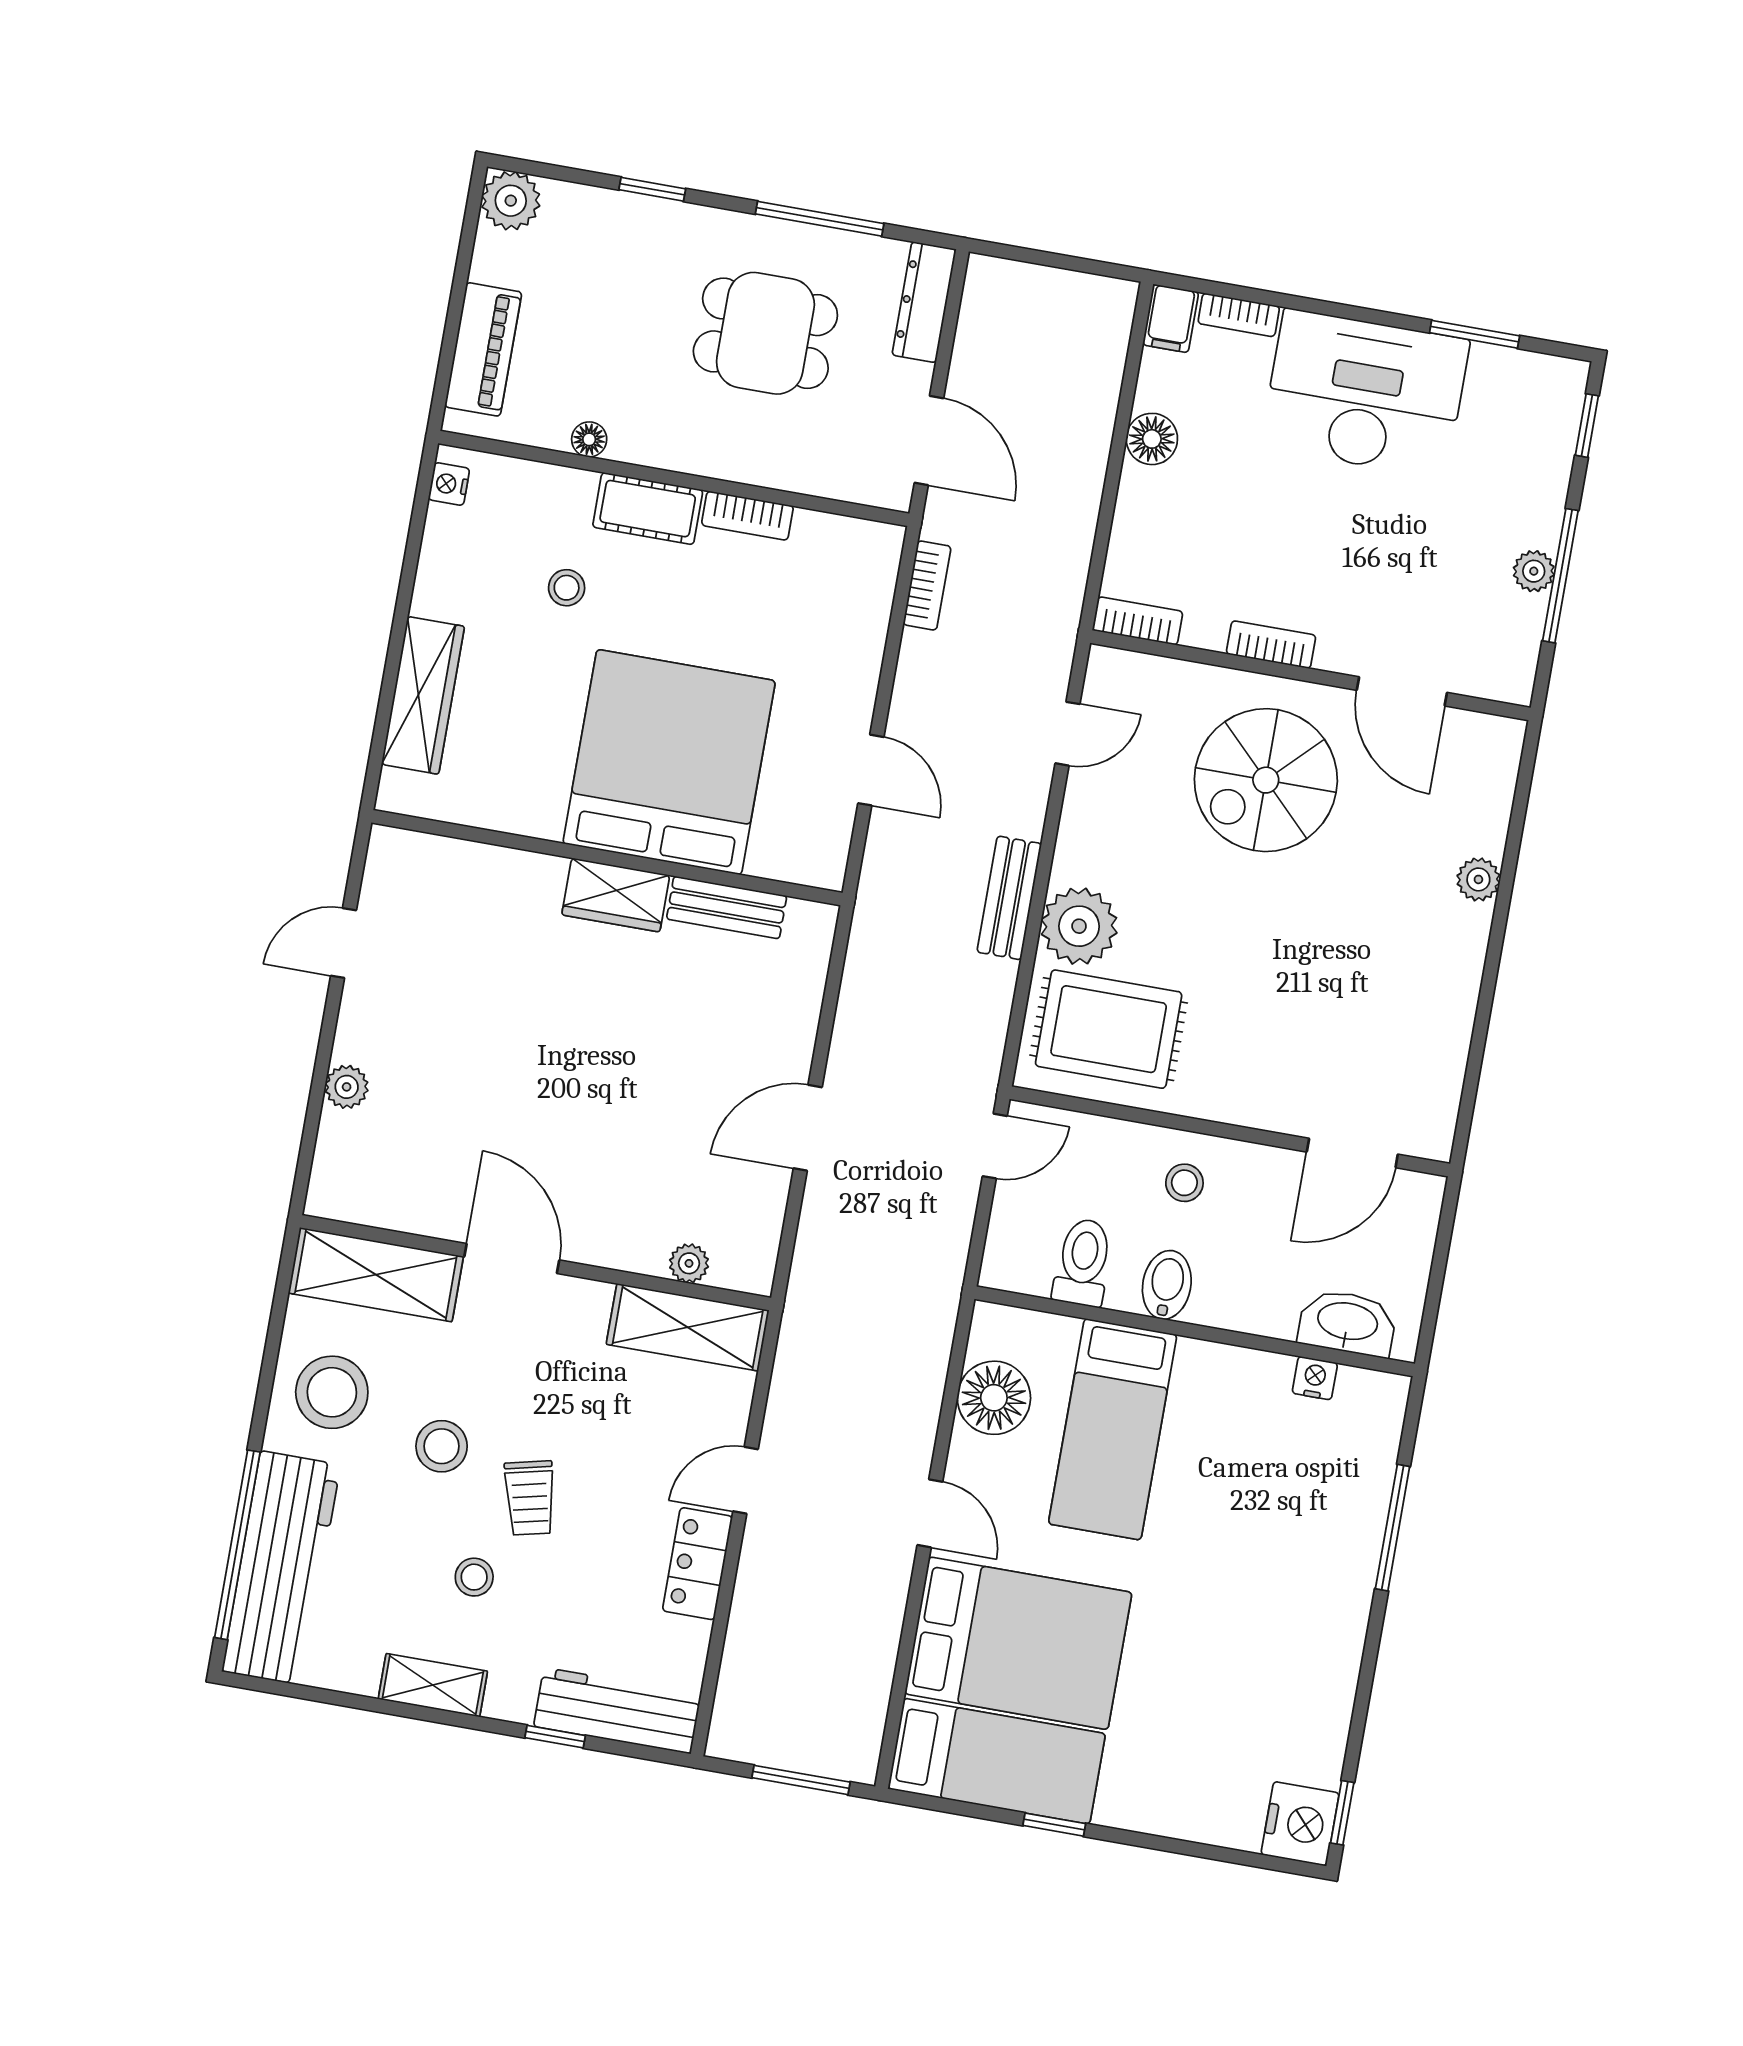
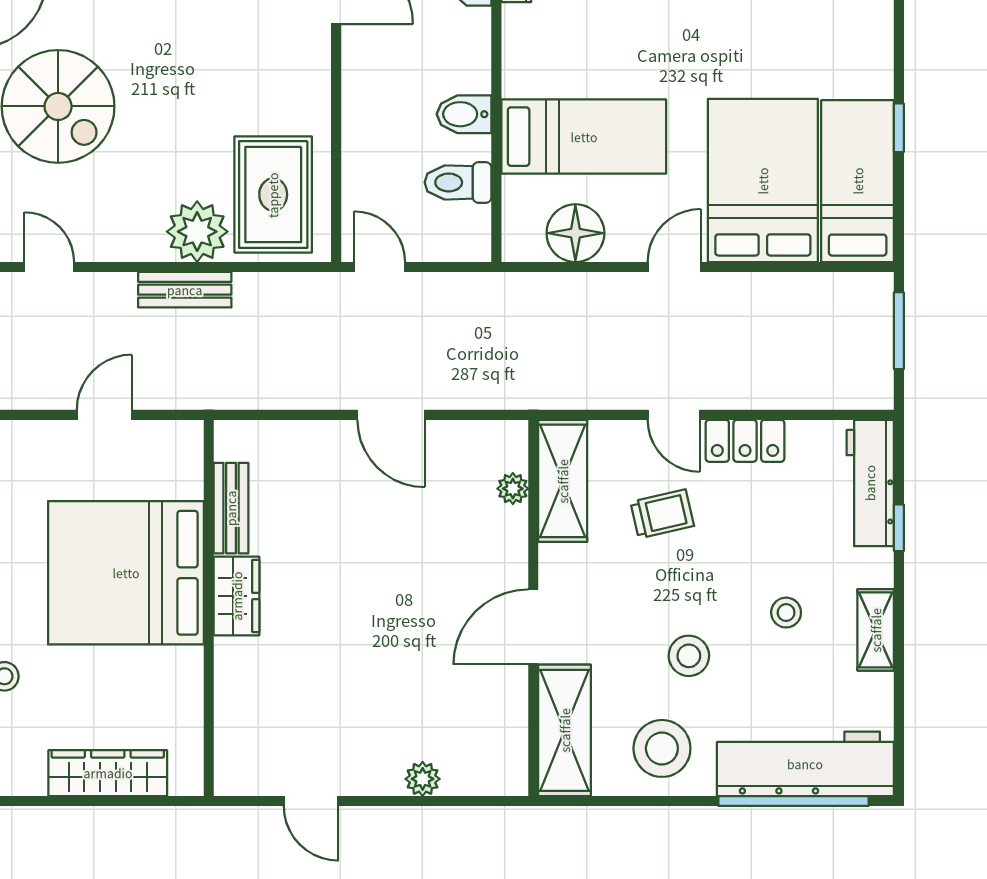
stool: (1184, 1183) -> (382, 114), removed
trolley: (530, 1498) -> (662, 514), moved

